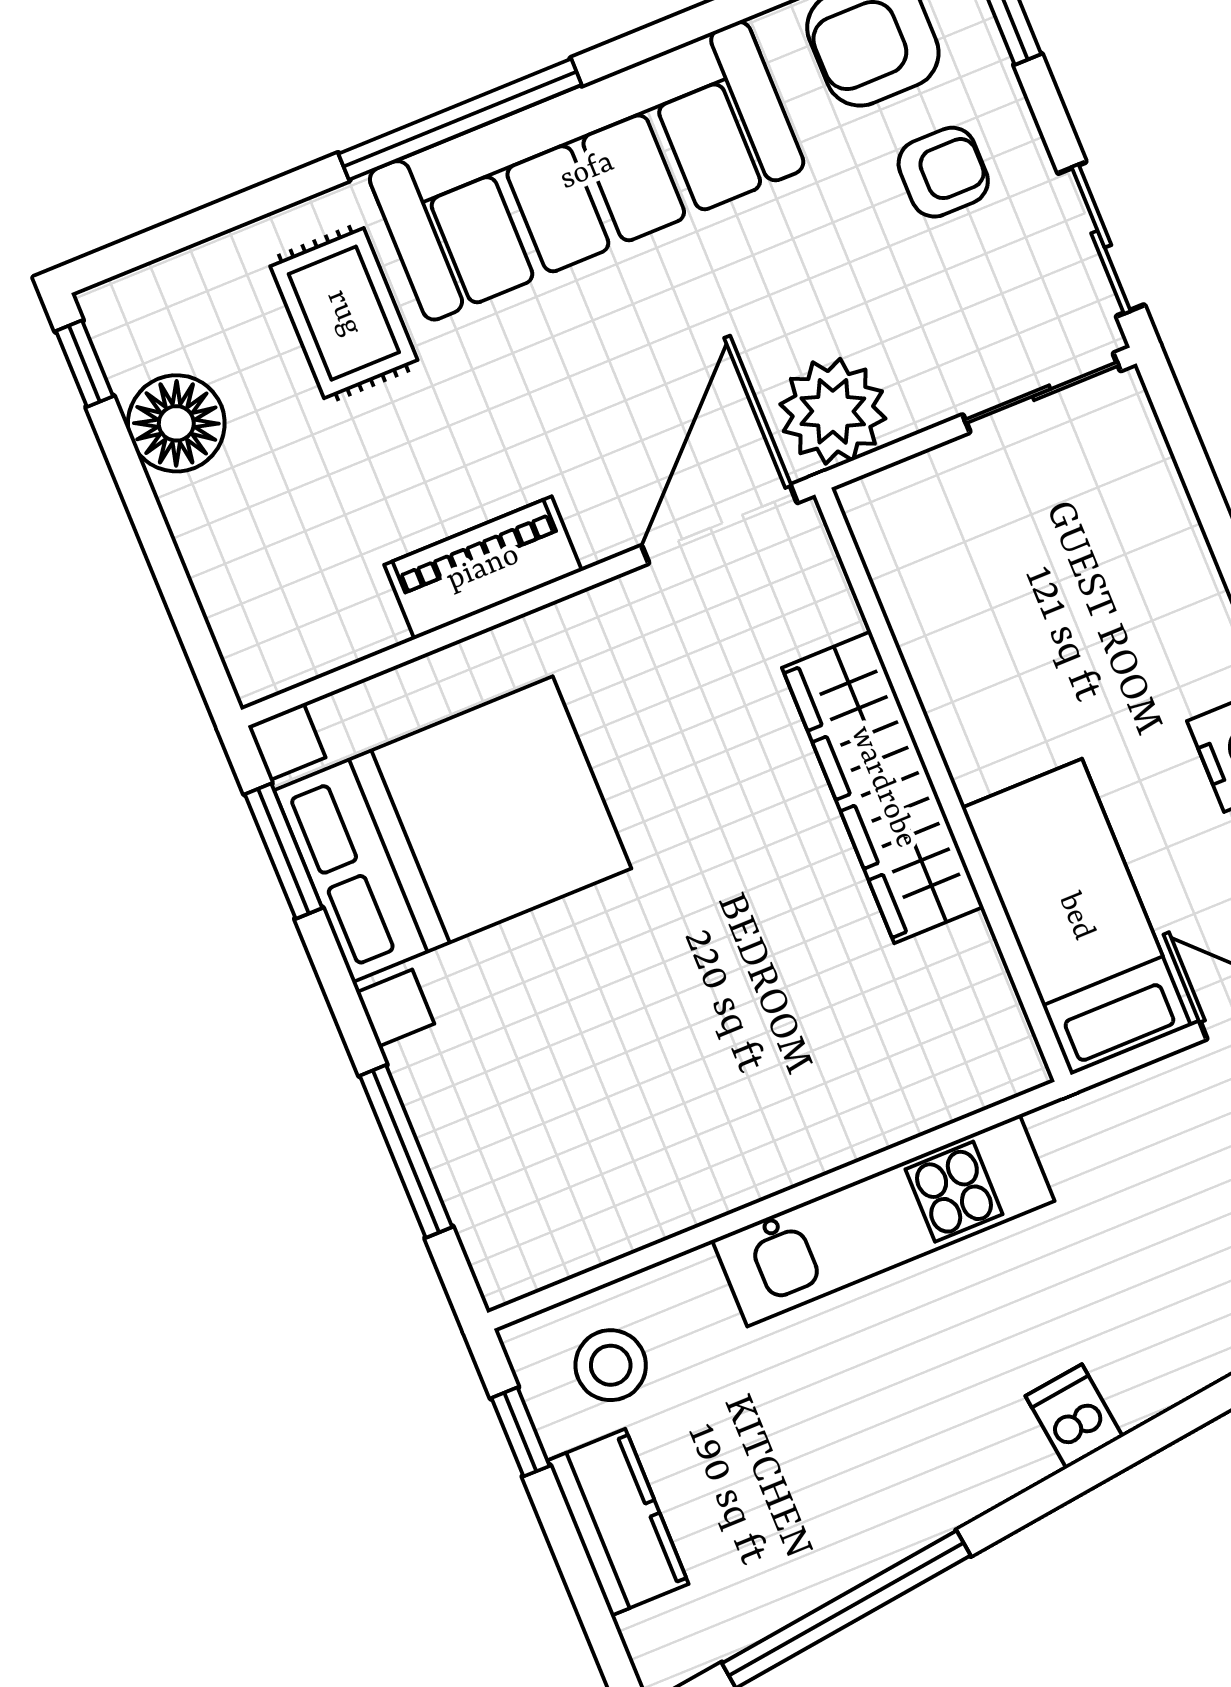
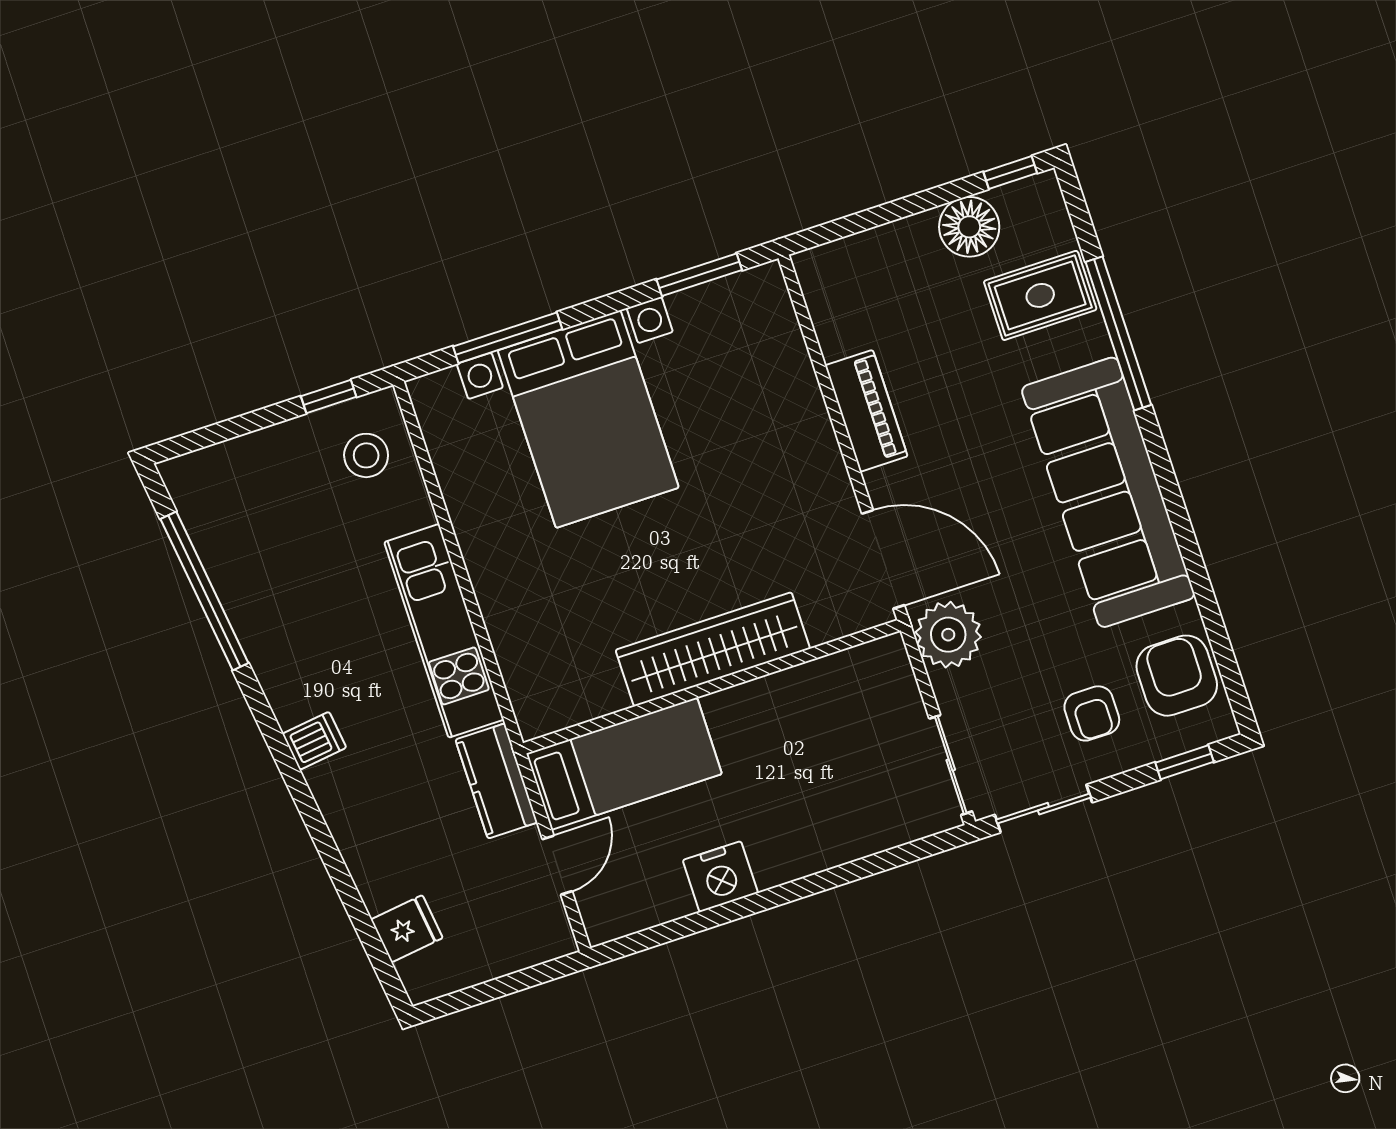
window: (460, 119) -> (1118, 333), moved
rug: (344, 313) -> (1040, 295), moved
bed with nightstands: (453, 829) -> (588, 419), moved
kitchen counter: (618, 1522) -> (496, 781), moved, turned 90

